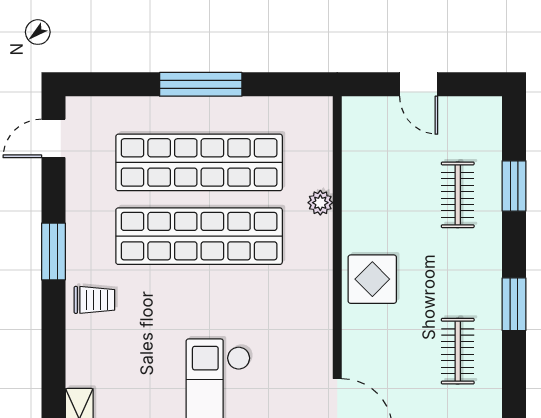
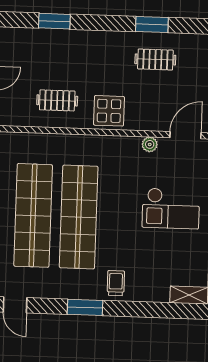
clothes rail: (458, 195) -> (57, 100), moved
plant: (320, 203) -> (150, 144), moved
window: (514, 304) -> (152, 25), moved

